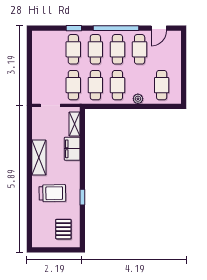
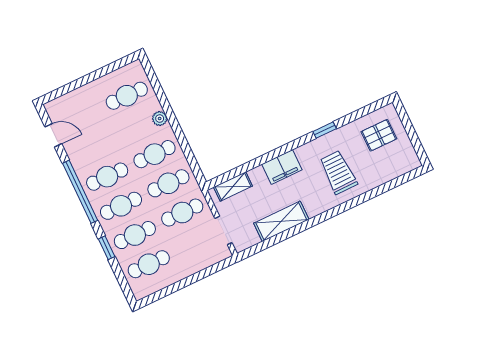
cafe table: (140, 49) -> (149, 264), moved
filing cabinet: (72, 149) -> (282, 167), moved
shelving: (39, 158) -> (281, 221), moved

